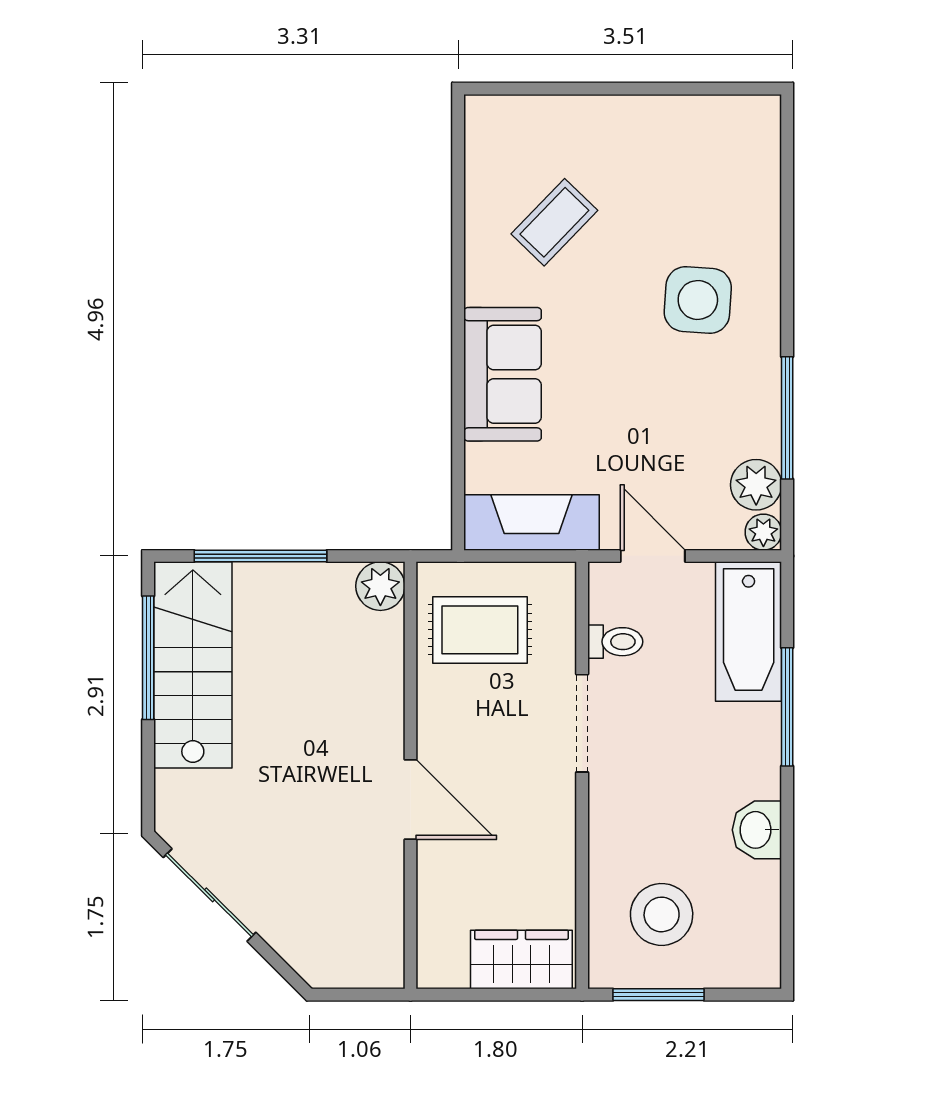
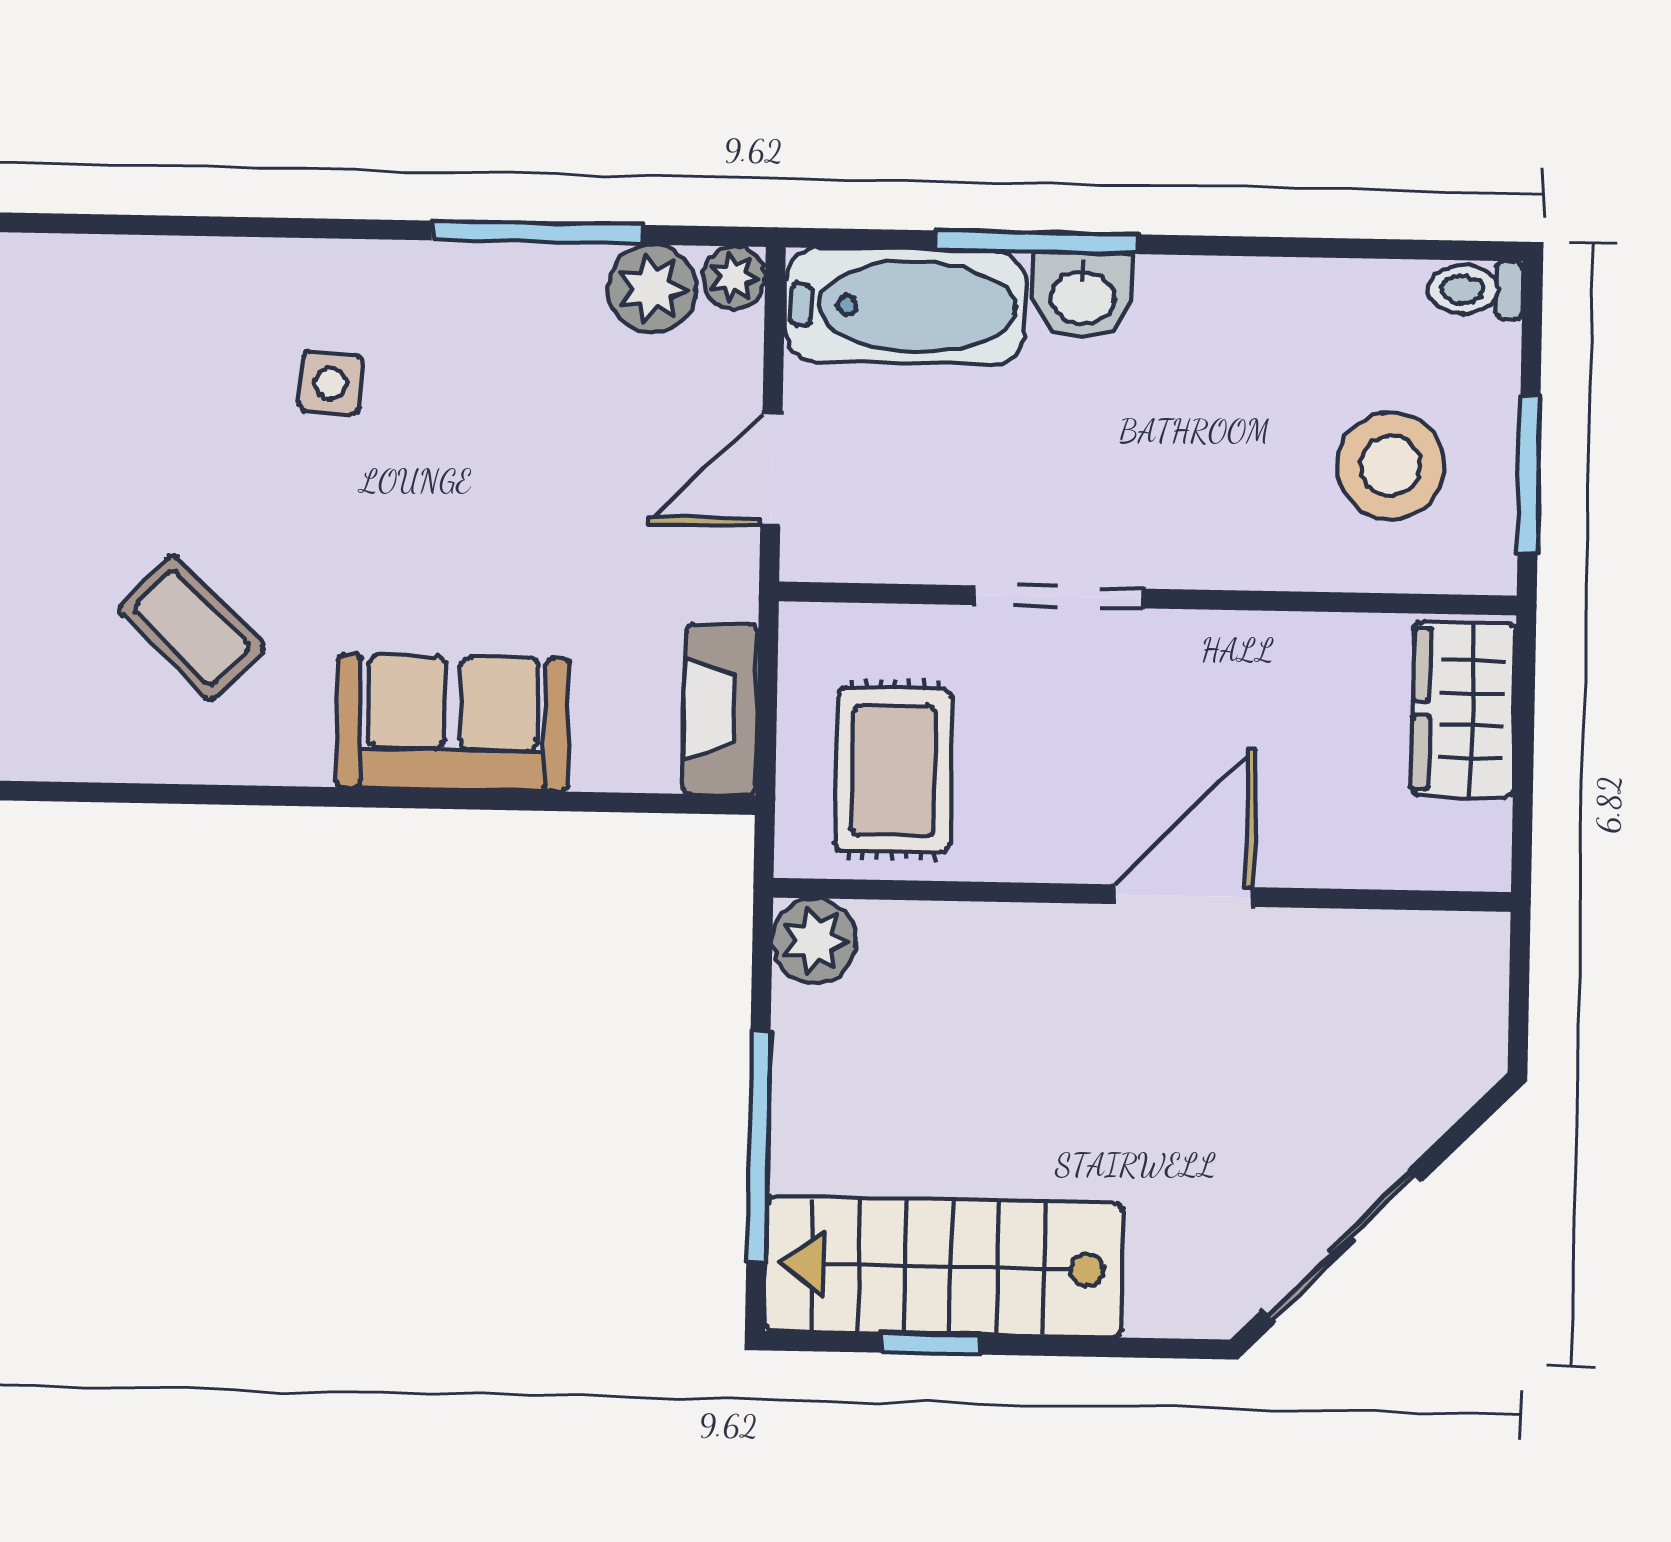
side table: (698, 300) -> (331, 383), width x0.54, depth x0.54
fireplace: (532, 522) -> (720, 709), width x0.73, depth x0.76
toilet: (615, 642) -> (1475, 290), moved, turned -90
window: (148, 658) -> (930, 1344), width x0.46
washbasin: (757, 830) -> (1083, 295), moved

